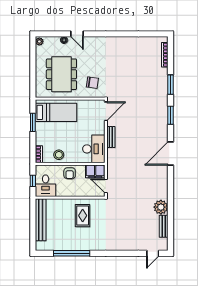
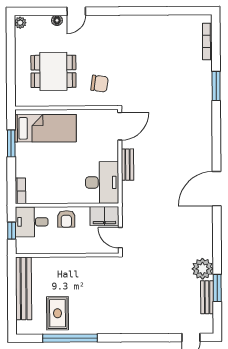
door: (77, 34) -> (76, 11), hinge flipped
dining table: (61, 74) -> (53, 71), width x0.73
window: (171, 115) -> (217, 288), moved
stool: (59, 155) -> (50, 191), removed
desk: (46, 186) -> (32, 222), moved, turned 90
rug: (83, 216) -> (57, 313), moved

